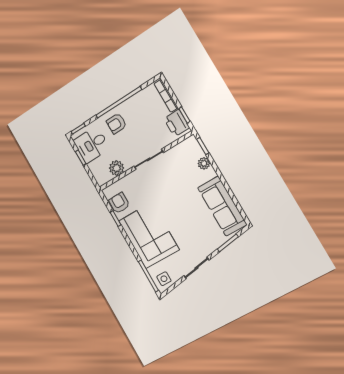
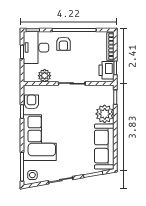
armchair: (116, 123) -> (63, 44), turned -90
desk: (92, 145) -> (36, 48), width x1.37
plant: (204, 163) -> (105, 114), width x1.87, depth x1.87

